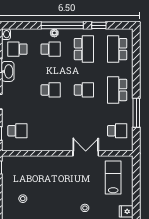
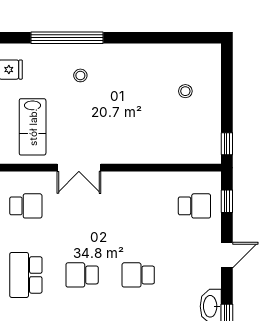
school desk: (117, 90) -> (26, 275), turned 180
school desk: (17, 131) -> (194, 206), turned 180
school desk: (117, 131) -> (26, 206), turned 180

